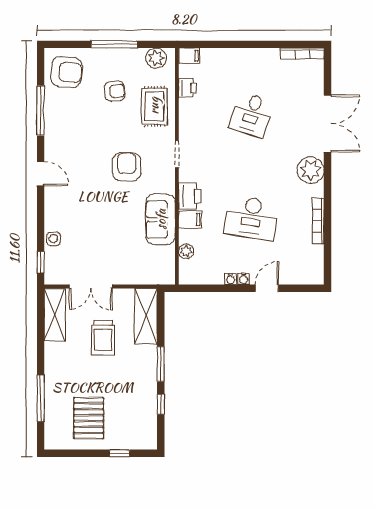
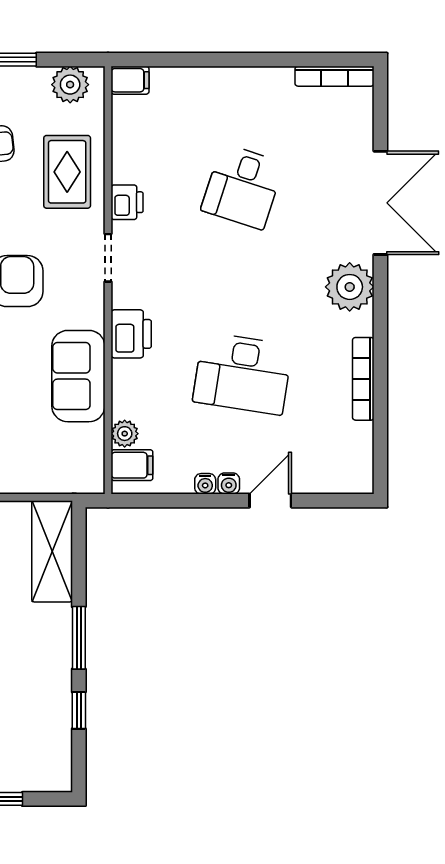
printer: (187, 88) -> (127, 202), moved
filing cabinet: (190, 219) -> (132, 465), moved

